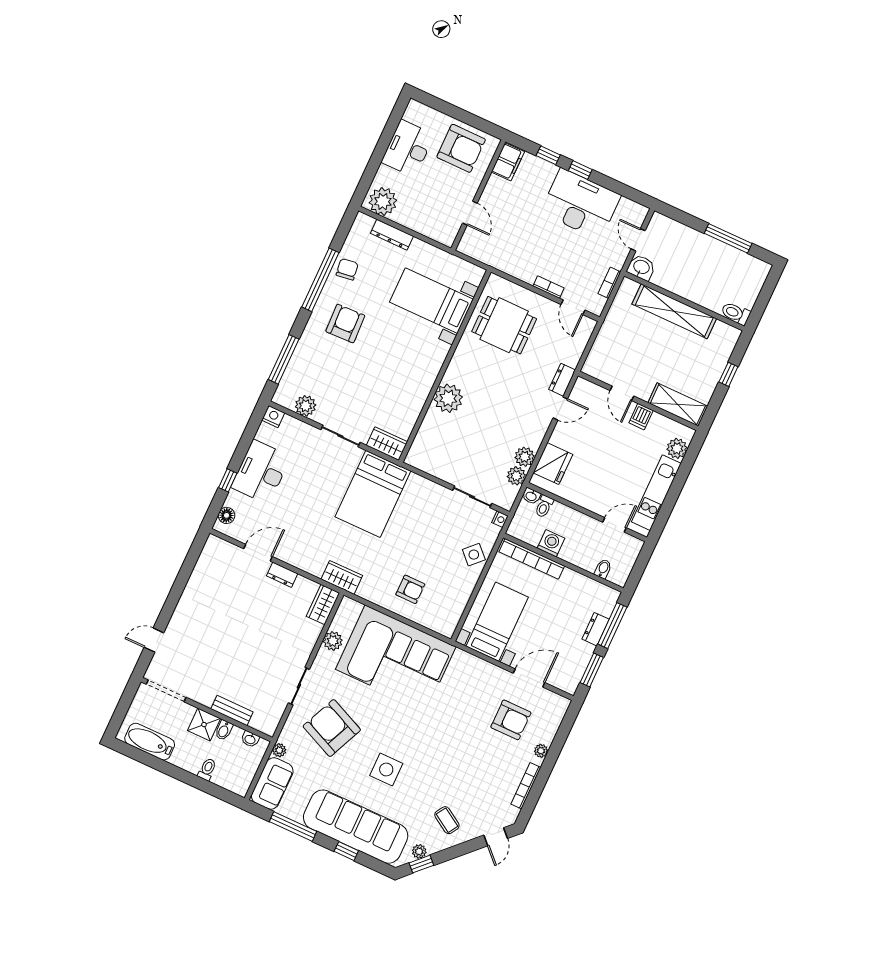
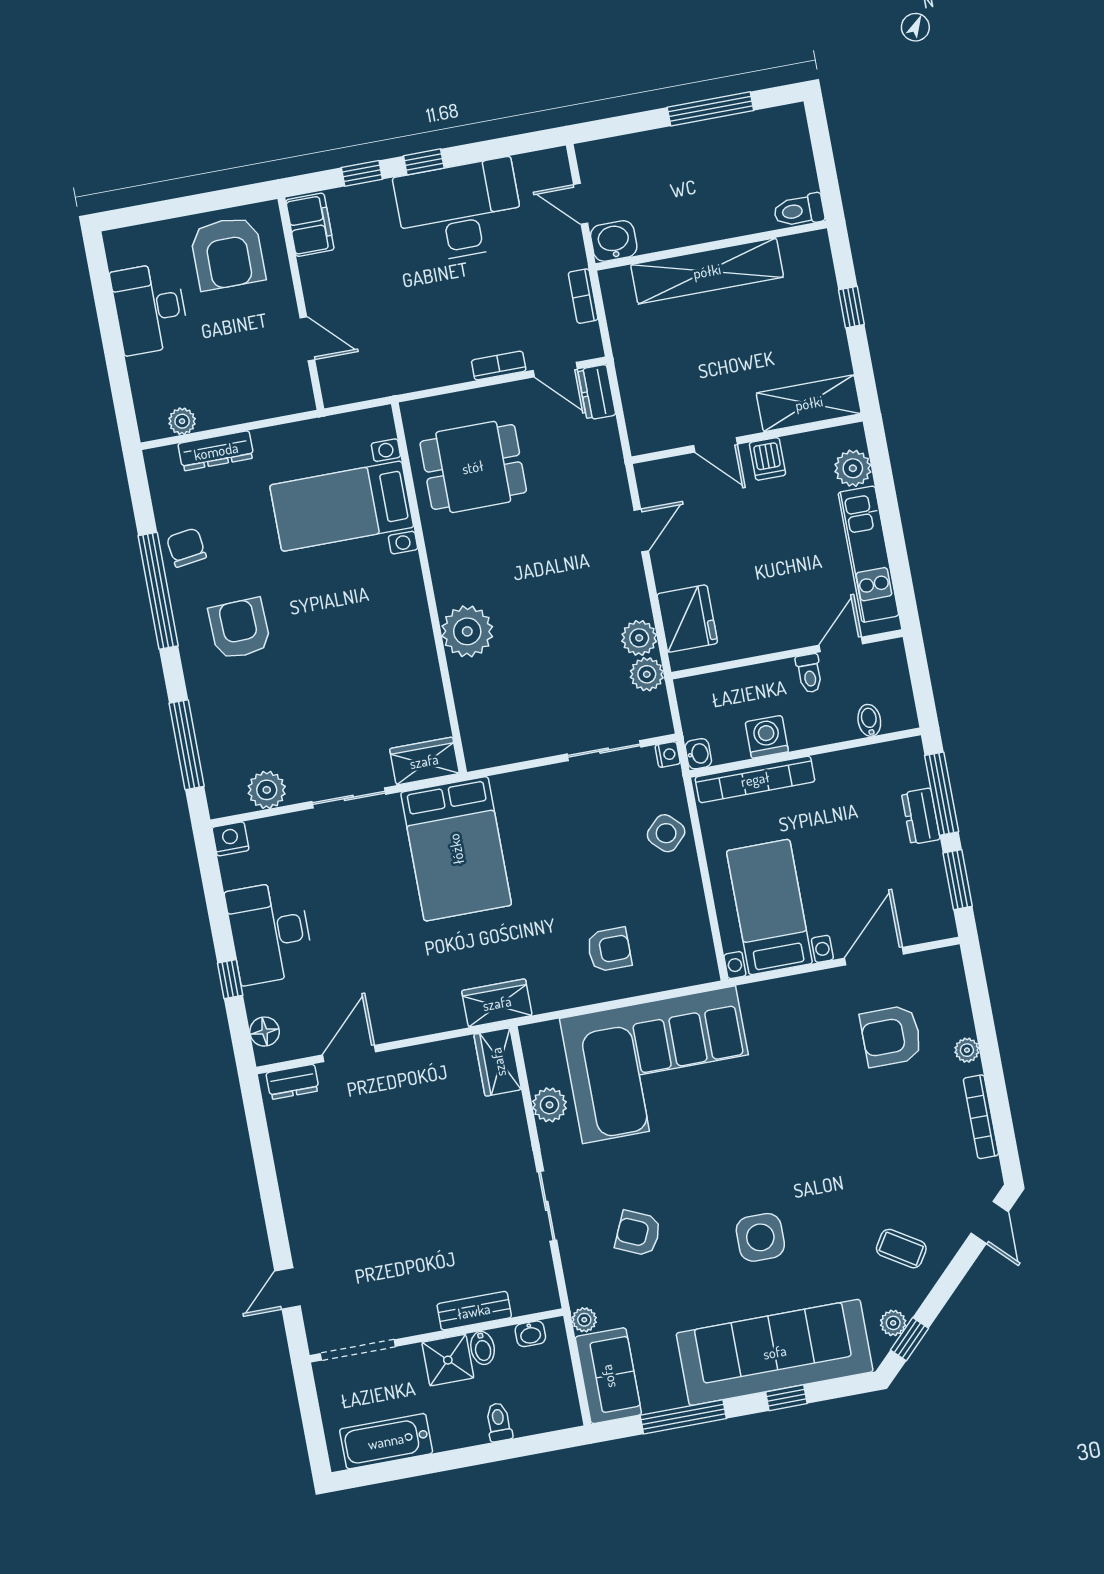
armchair: (461, 148) -> (228, 253), turned 90
plant: (383, 201) -> (182, 421), width x0.53, depth x0.53
dresser: (562, 380) -> (597, 392), moved
washbasin: (531, 496) -> (698, 754), moved, turned -90
toilet: (544, 506) -> (809, 673), moved
dresser: (282, 575) -> (293, 1082), moved
armchair: (511, 720) -> (891, 1036), turned 180
armchair: (332, 728) -> (638, 1233), width x0.53, depth x0.53

